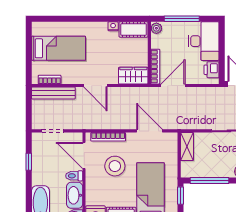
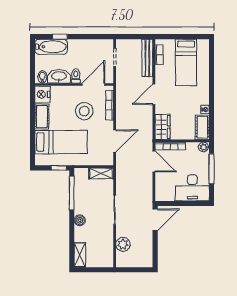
printer: (212, 70) -> (167, 195), removed
window: (29, 162) -> (60, 37), moved

